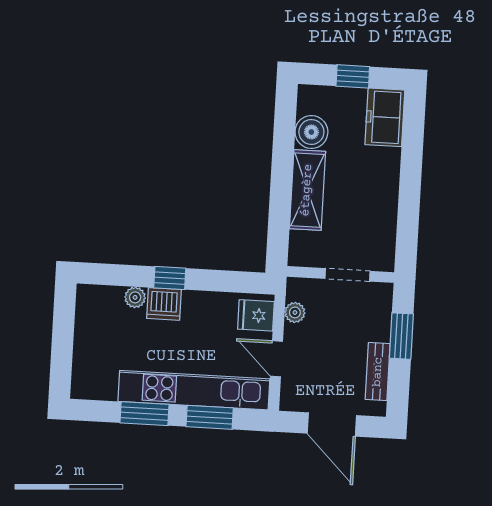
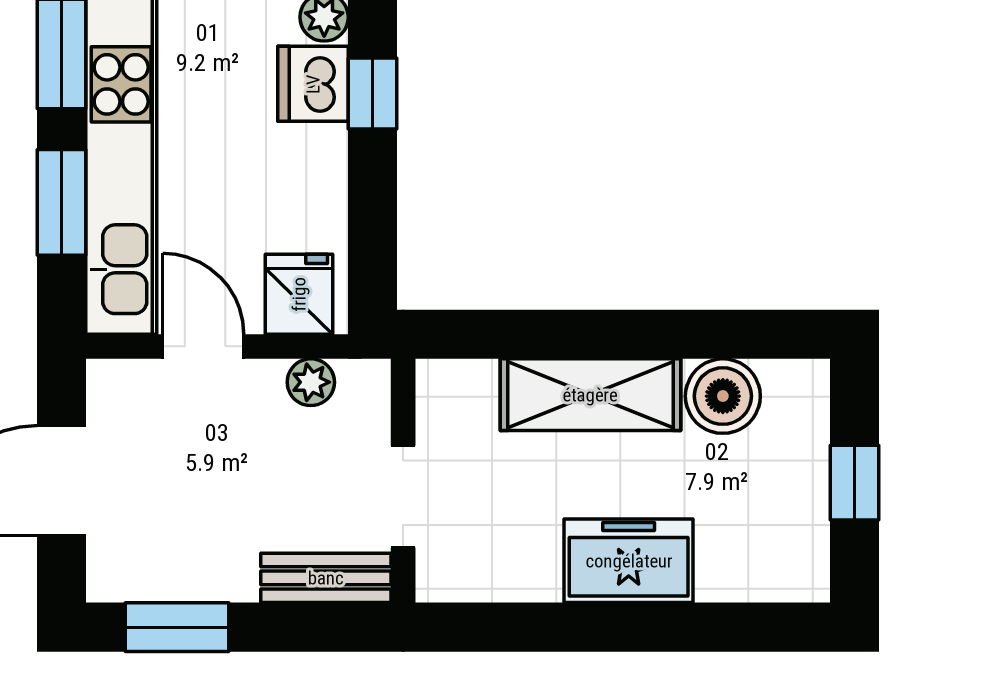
freezer: (385, 117) -> (629, 561), moved
window: (401, 336) -> (177, 627), moved
door: (277, 359) -> (203, 346), hinge flipped
bench: (378, 372) -> (326, 578), moved

